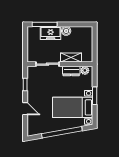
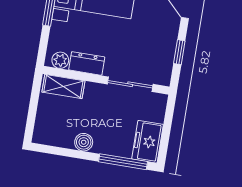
freezer: (51, 33) -> (147, 142), moved, turned -90
shelving: (71, 57) -> (63, 86), moved

